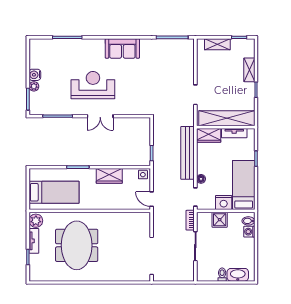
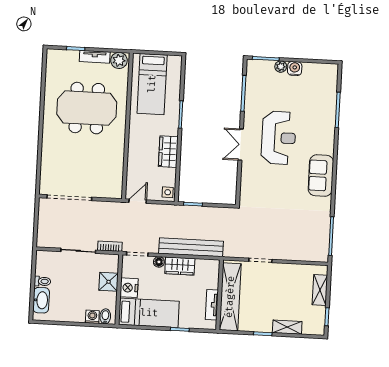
wardrobe: (209, 135) -> (180, 266), moved, turned -90

